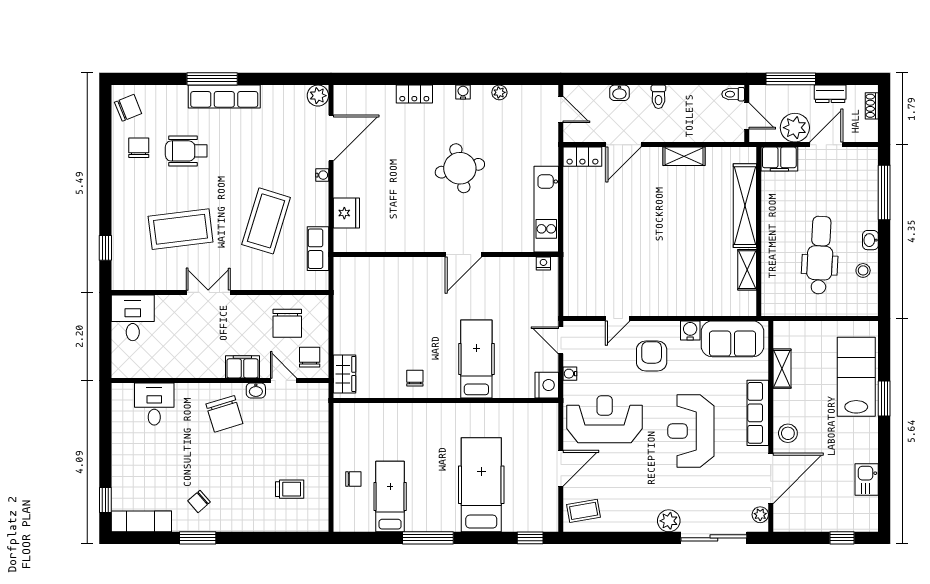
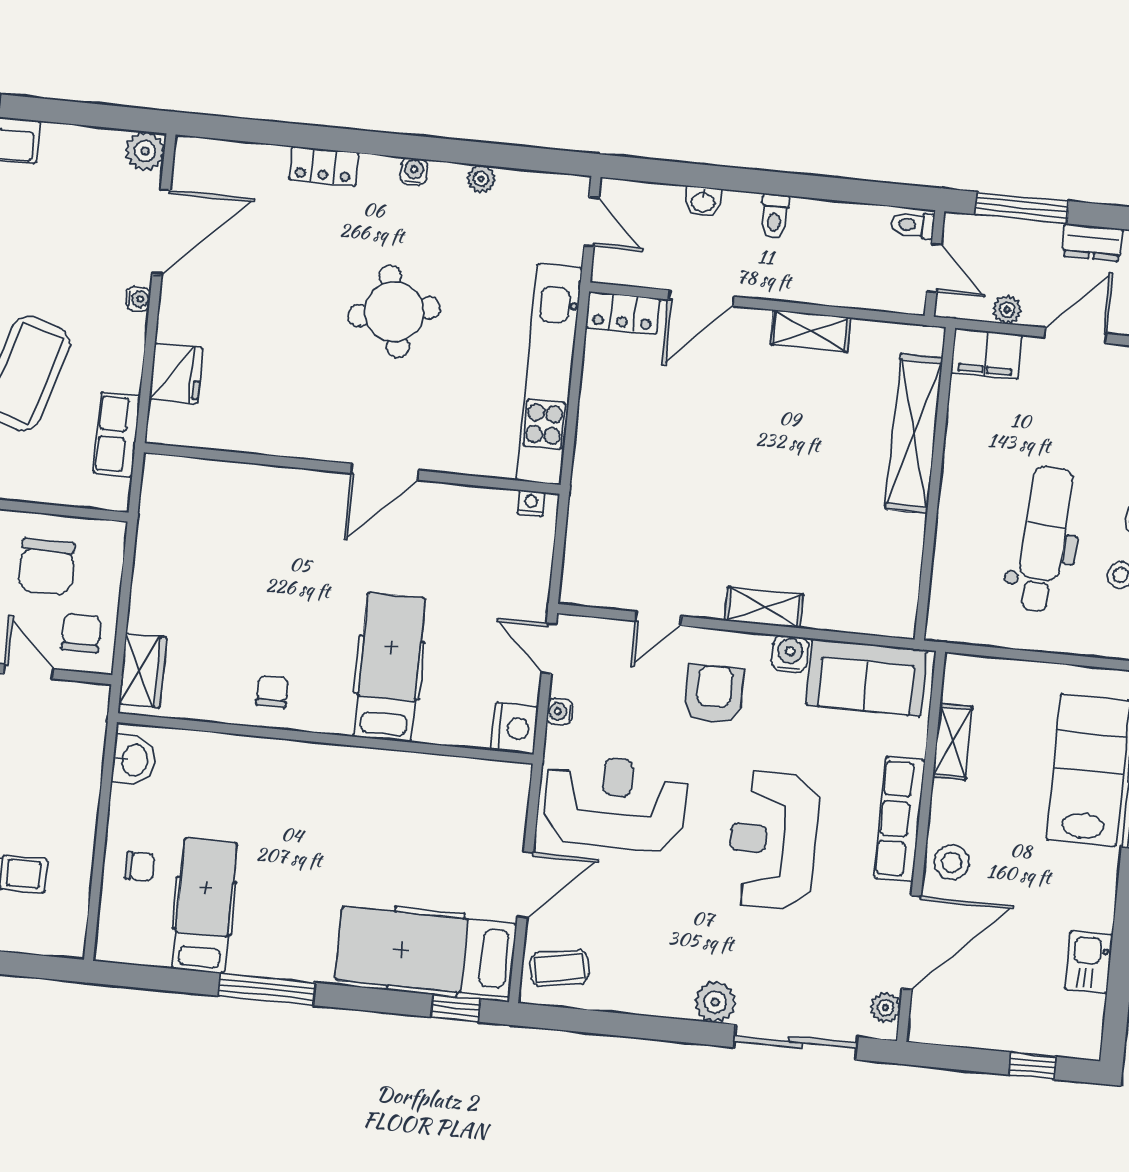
plant: (795, 128) -> (1007, 310), width x0.53, depth x0.53
kitchen unit: (546, 209) -> (549, 374), width x1.36
shelving: (747, 270) -> (764, 608), moved, turned 90
washbasin: (344, 422) -> (134, 760), added
hospital bed: (481, 485) -> (426, 952), moved, turned -90

